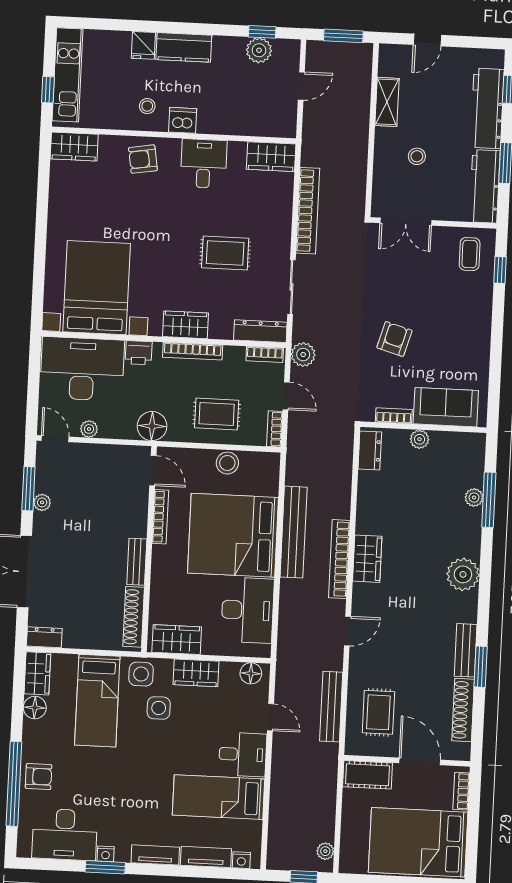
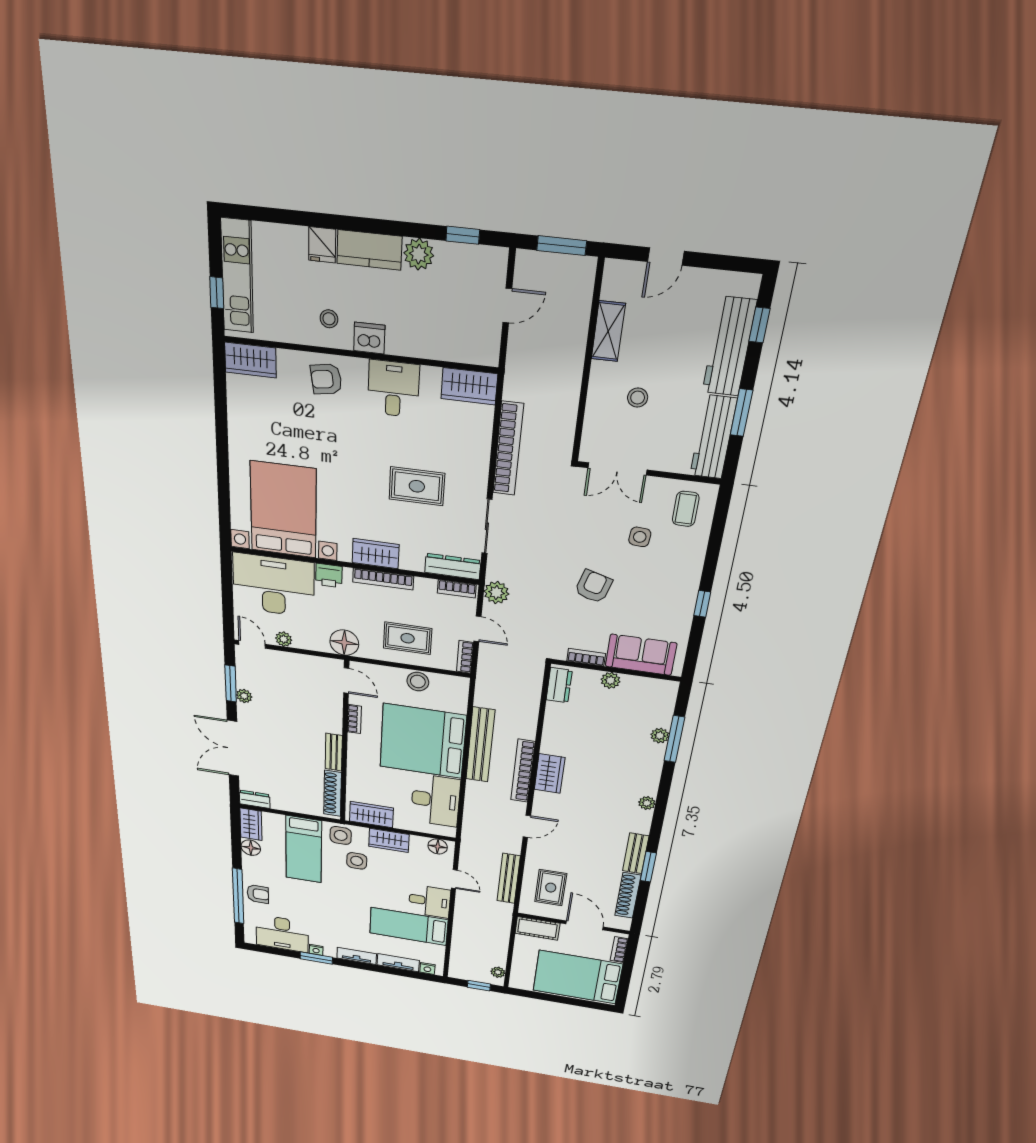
plant: (259, 50) -> (419, 254), moved
window: (500, 270) -> (702, 604), moved
side table: (432, 285) -> (640, 537), added
bookcase: (160, 517) -> (354, 719), width x0.64
plant: (463, 574) -> (647, 803), width x0.53, depth x0.53

